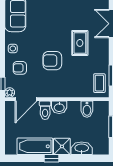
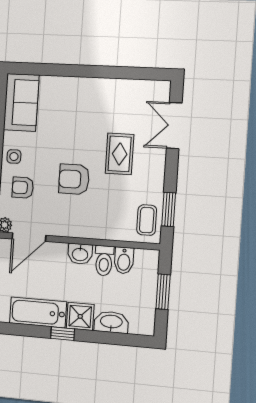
toilet: (45, 110) -> (104, 261), moved

